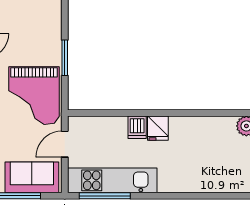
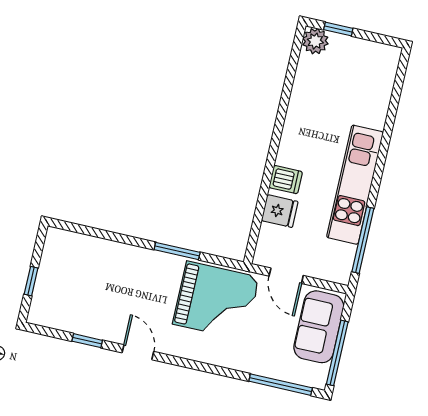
fridge: (158, 128) -> (280, 211), moved
kitchen unit: (112, 180) -> (355, 185), moved

